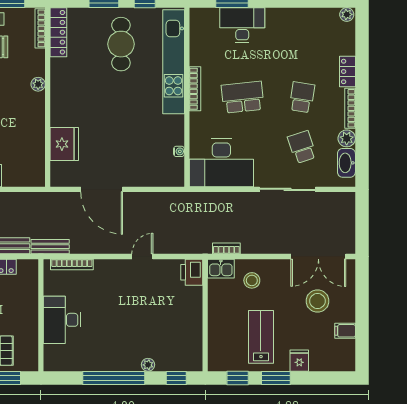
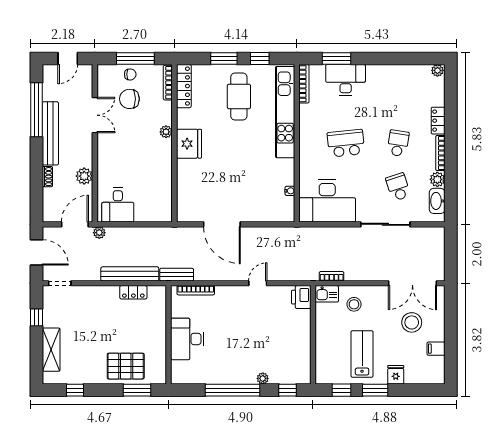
bookcase: (195, 89) -> (304, 84), moved
fridge: (64, 144) -> (189, 144), moved

